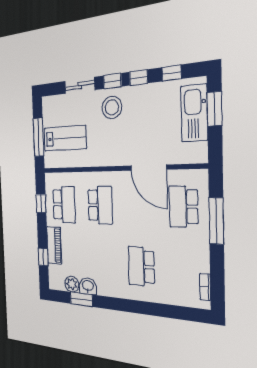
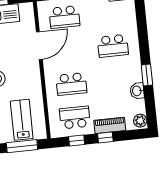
school desk: (100, 205) -> (71, 84), turned 180
window: (43, 257) -> (105, 138), moved
plant: (72, 284) -> (140, 121), moved
window: (81, 299) -> (147, 75), moved

